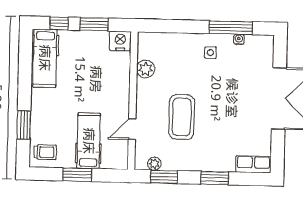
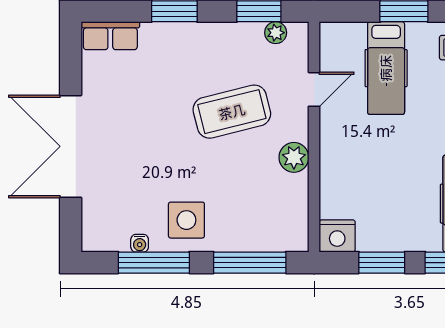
window: (173, 26) -> (250, 263), added
side table: (210, 53) -> (186, 220), width x1.87, depth x1.87
plant: (146, 69) -> (294, 157), moved
coffee table: (182, 117) -> (232, 112), turned 76

